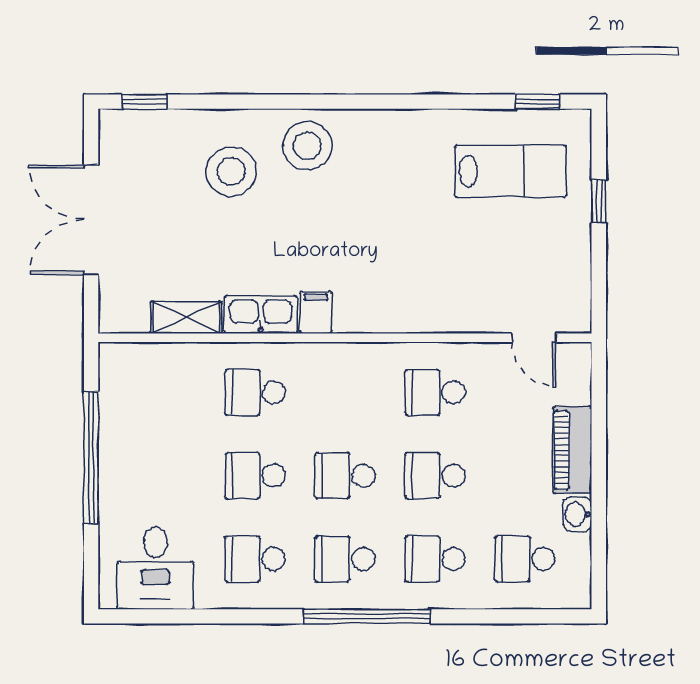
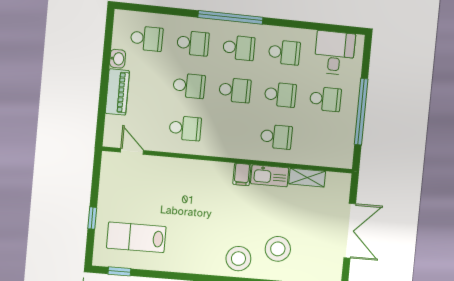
school desk: (165, 476) -> (325, 99), added

